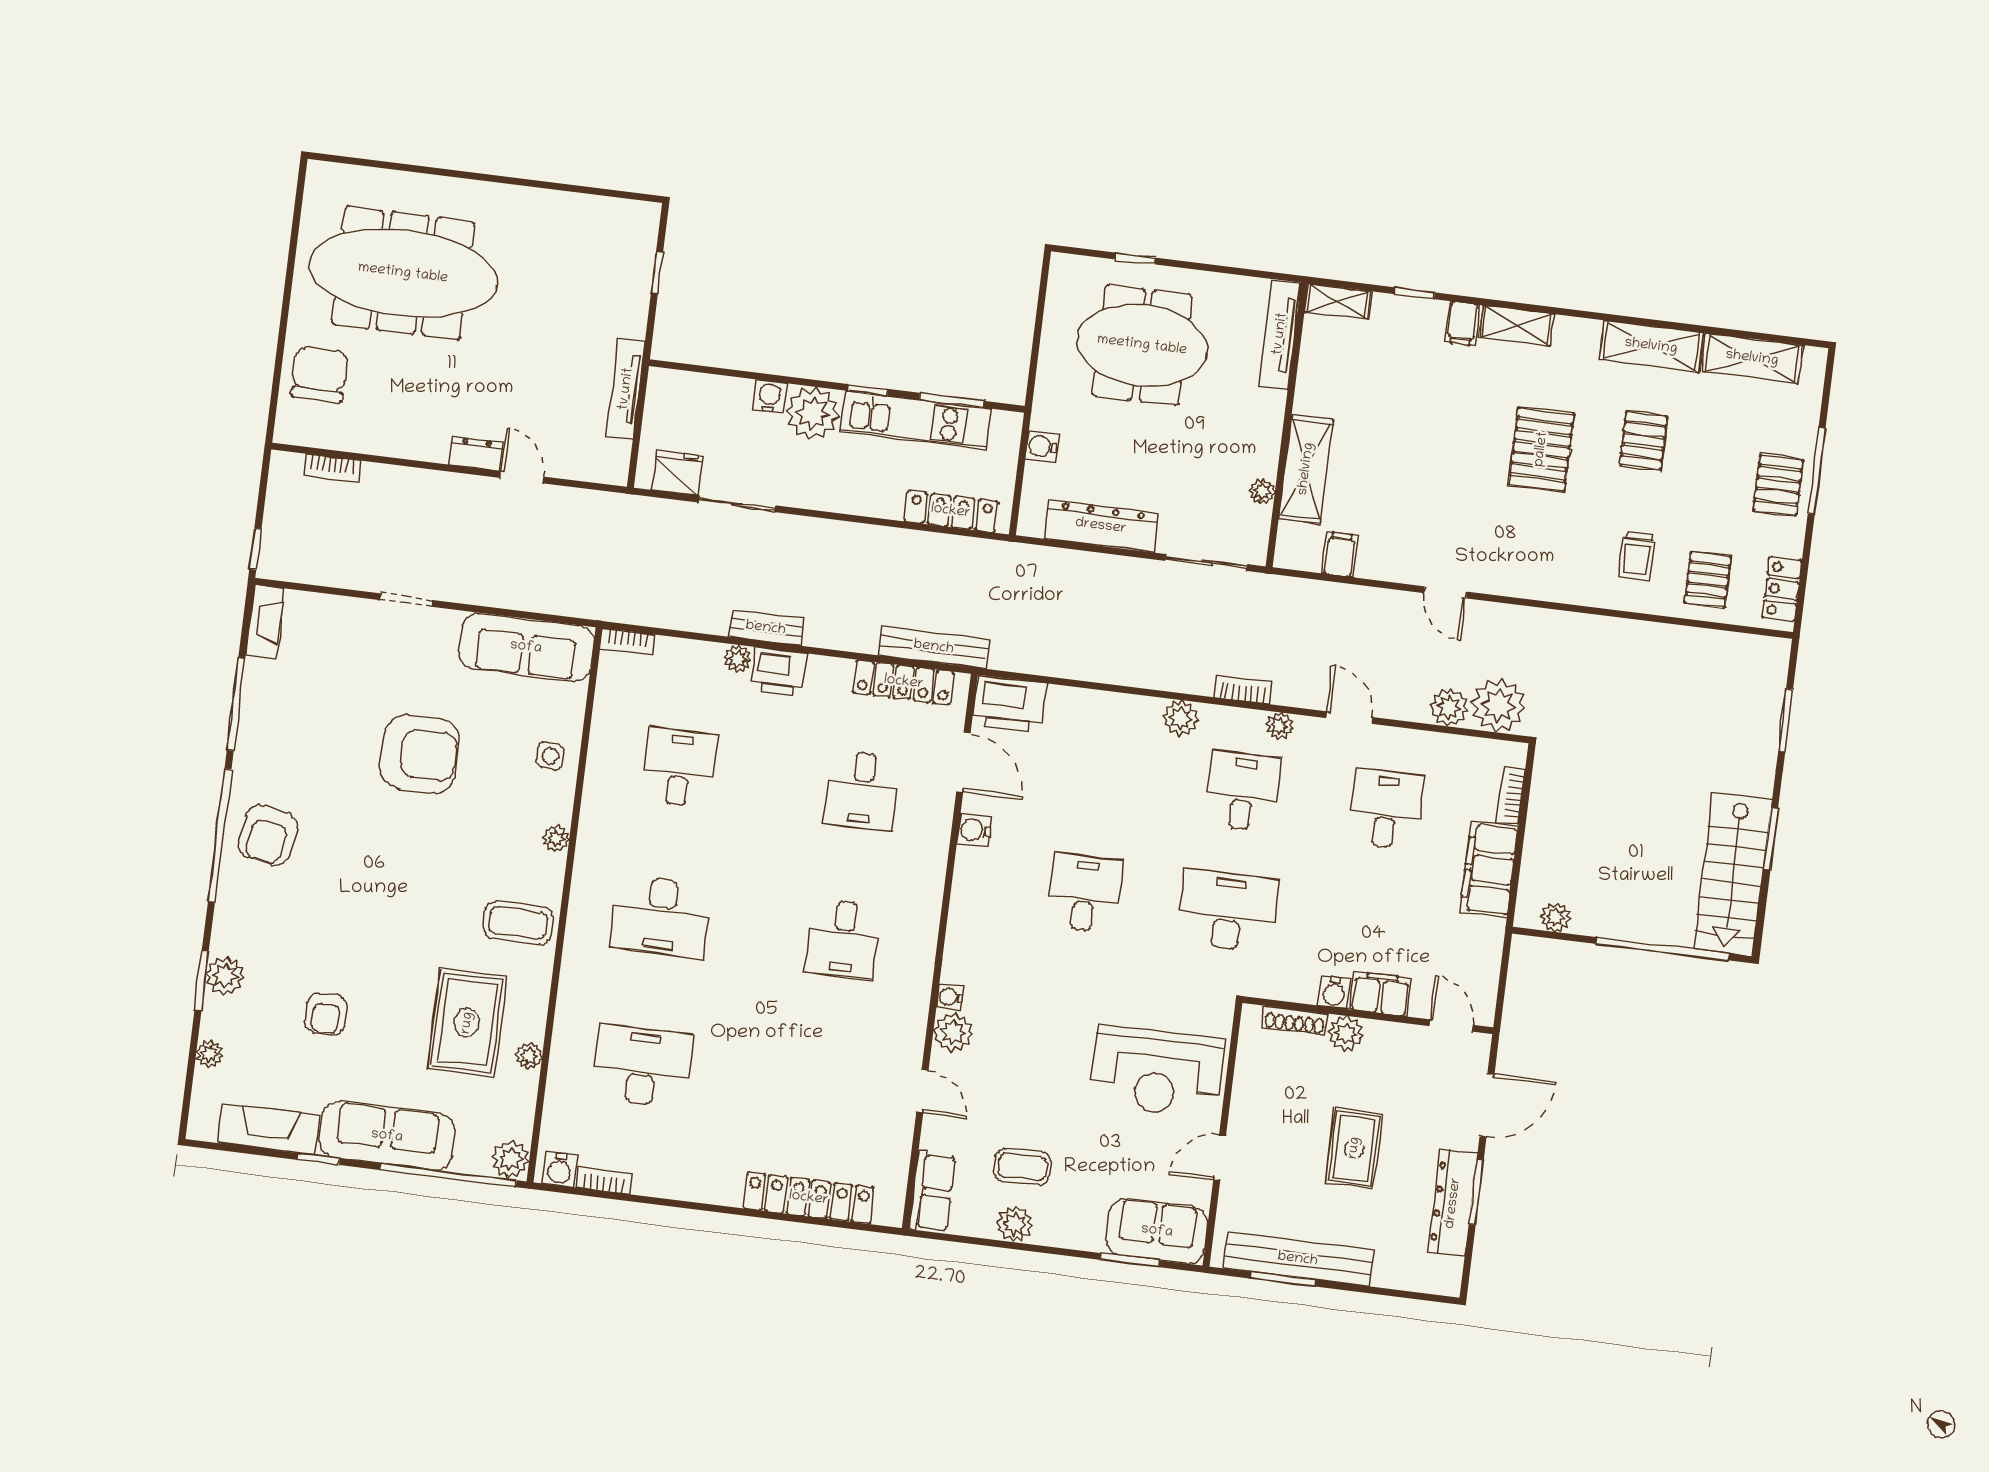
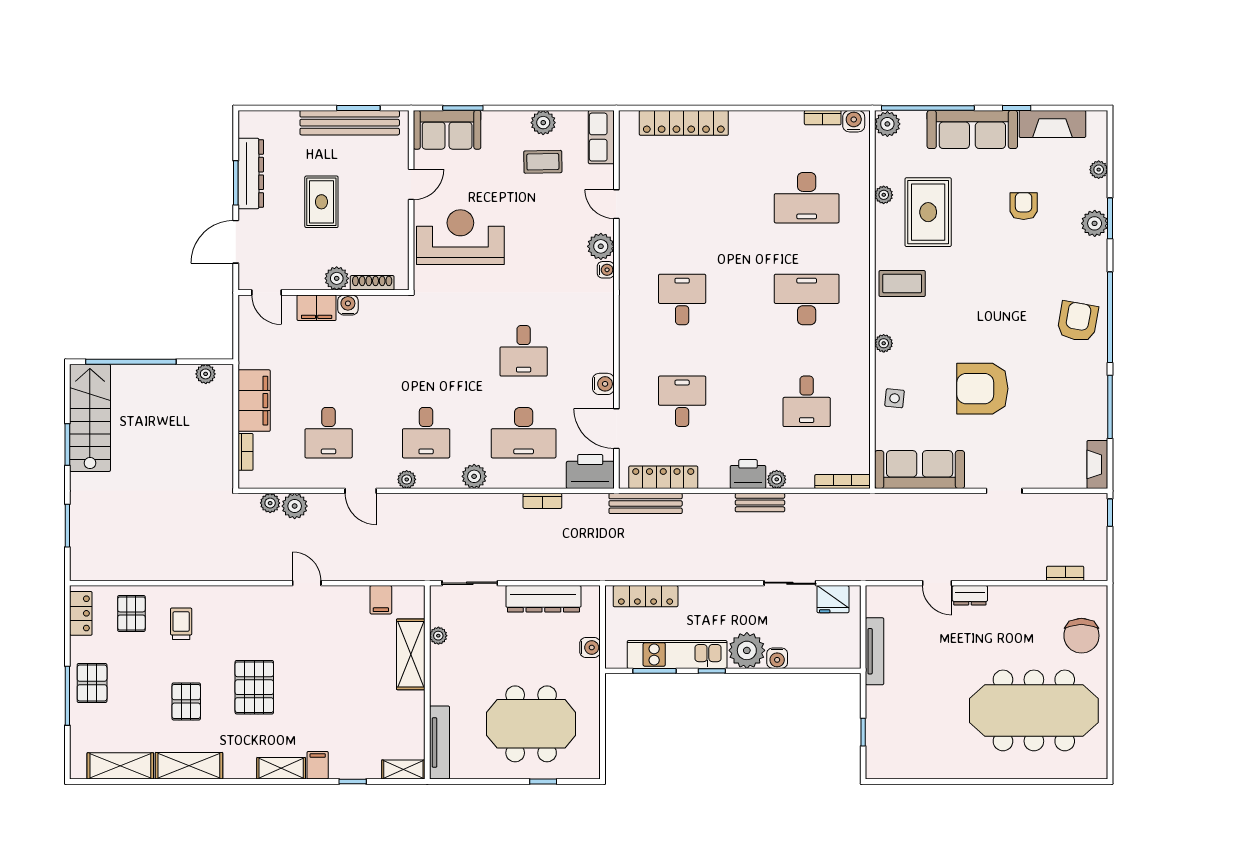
bookcase: (627, 642) -> (842, 482), width x1.56
bookcase: (1243, 689) -> (542, 501), moved
plant: (1499, 705) -> (270, 503), width x0.53, depth x0.53
desk: (1228, 911) -> (524, 433), moved

